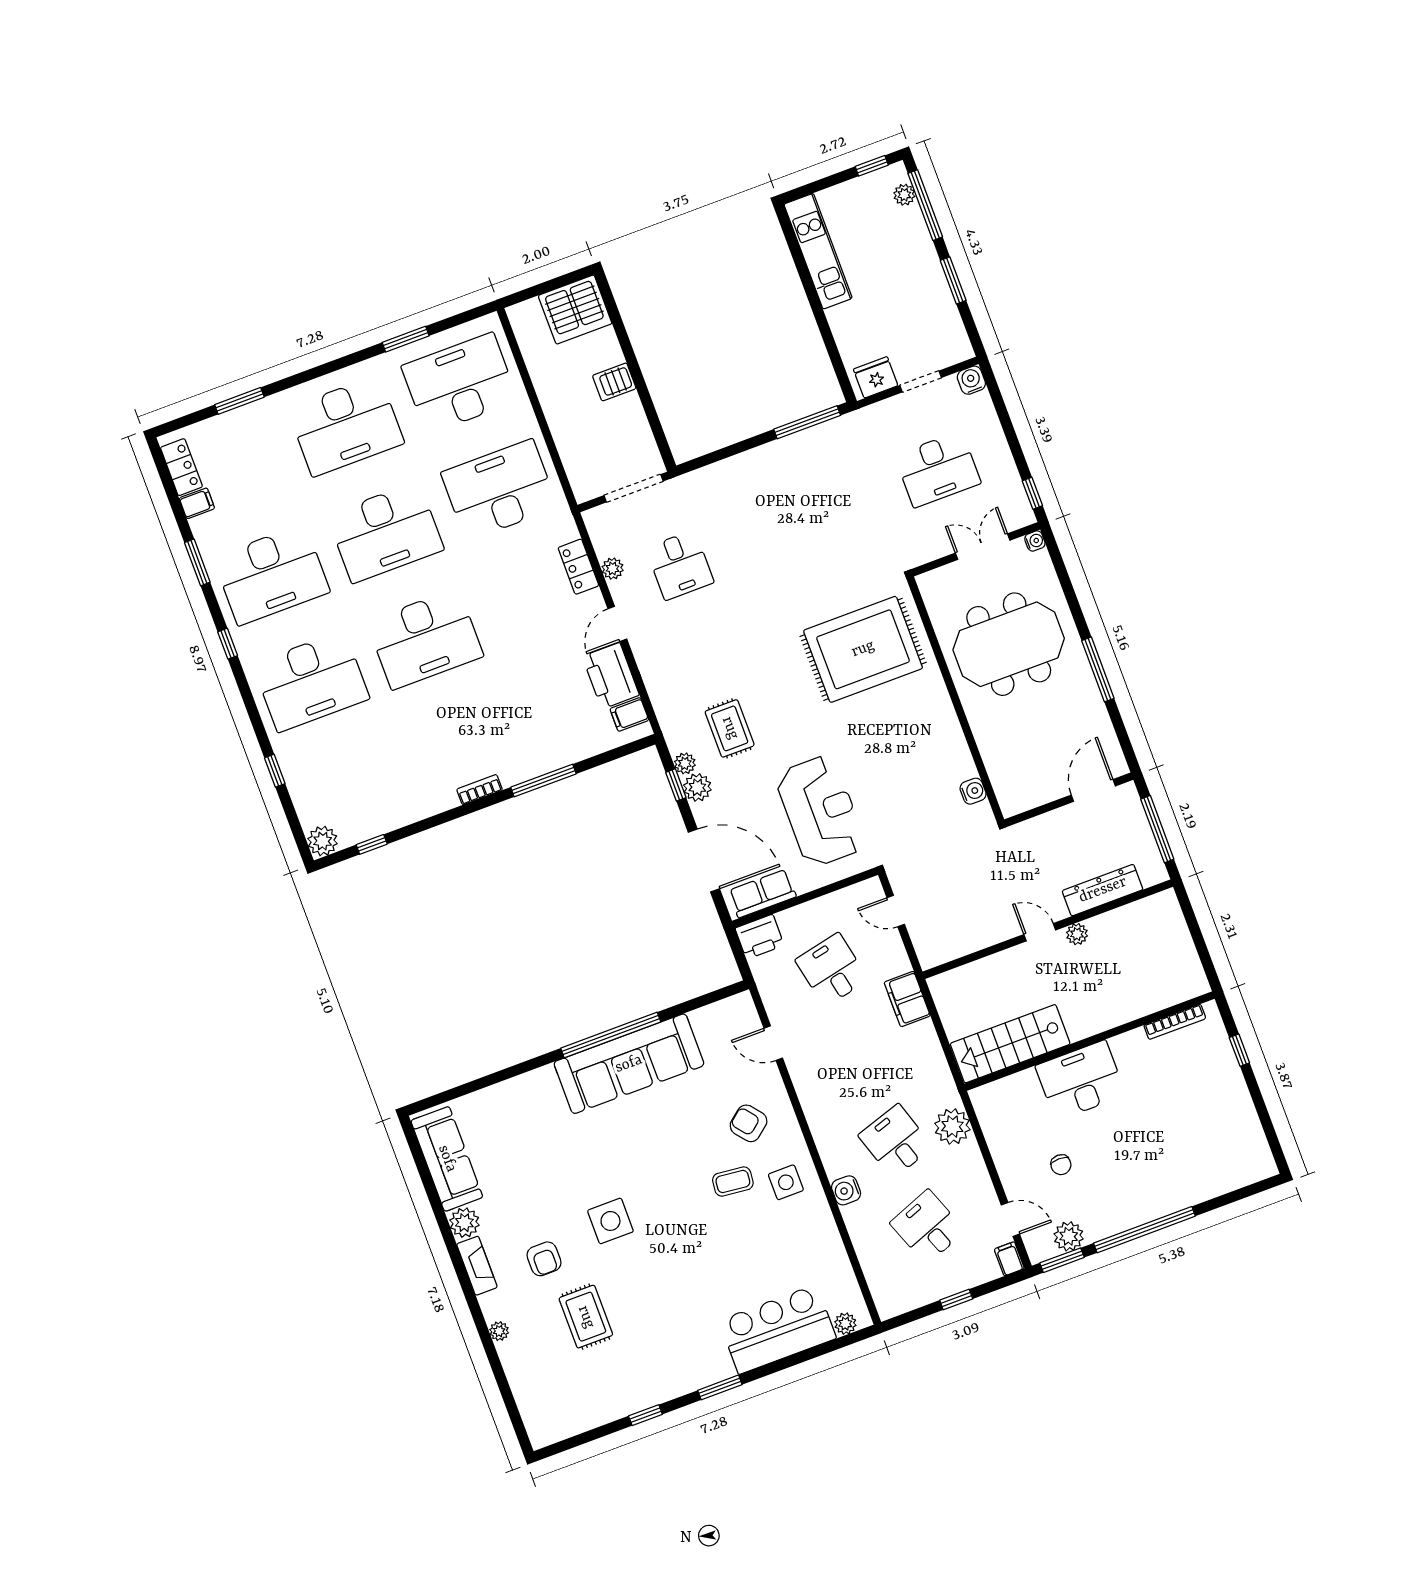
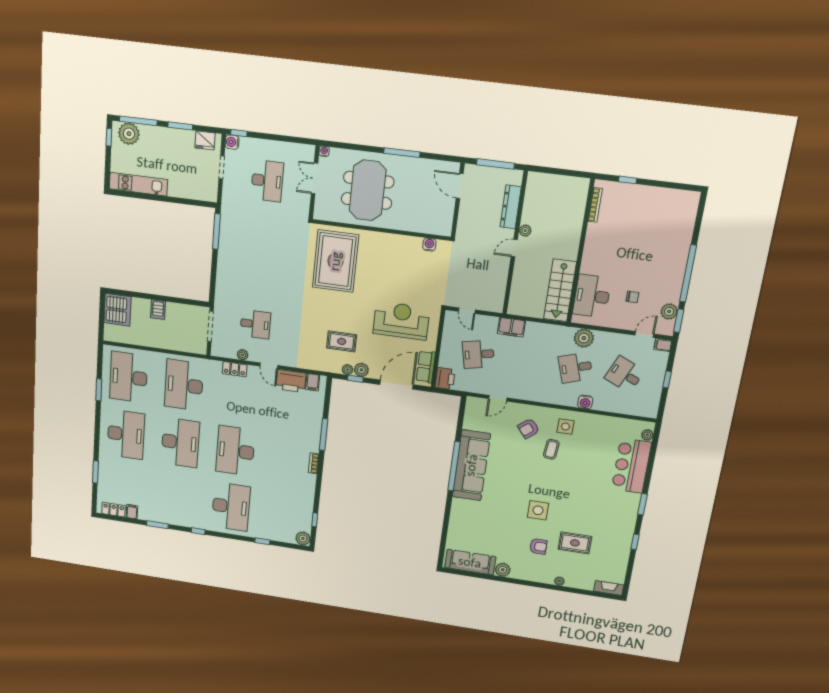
plant: (904, 195) -> (129, 134), width x1.87, depth x1.87
fridge: (876, 377) -> (205, 140), moved, turned -90
window: (1032, 493) -> (239, 133), moved
desk: (271, 575) -> (177, 498), removed
desk: (425, 639) -> (235, 451), turned 180
door: (896, 911) -> (467, 311), hinge flipped
desk: (1081, 1080) -> (592, 296), moved
desk: (927, 1227) -> (625, 374), turned 45
fireplace: (477, 1266) -> (609, 588), moved

